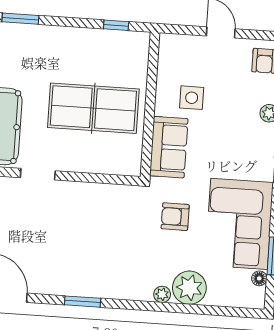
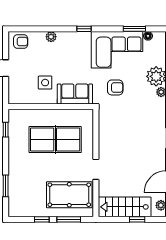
table tennis table: (93, 108) -> (55, 140), turned 90
armchair: (175, 217) -> (115, 87), turned -90

